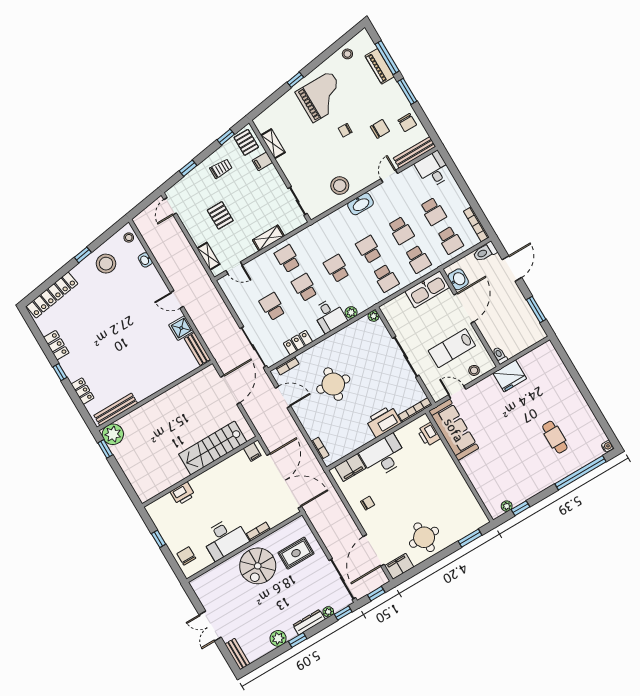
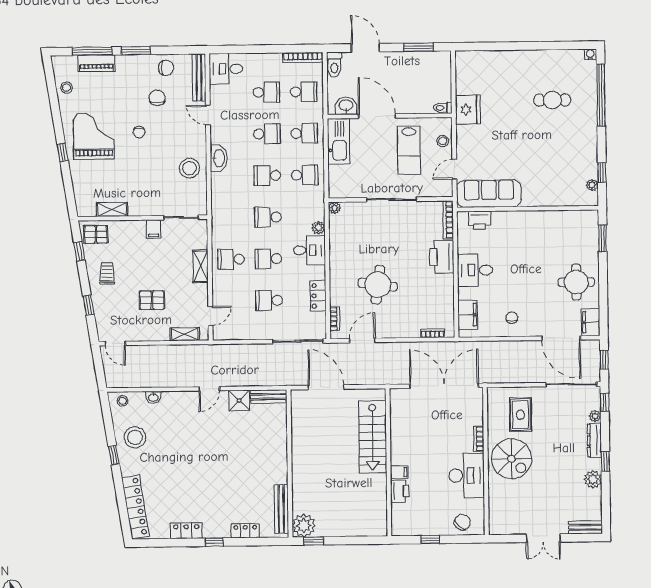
filing cabinet: (262, 161) -> (154, 229), moved
filing cabinet: (252, 452) -> (399, 472), moved
desk: (383, 456) -> (475, 270), width x0.73
chair: (186, 556) -> (462, 522), turned 131

